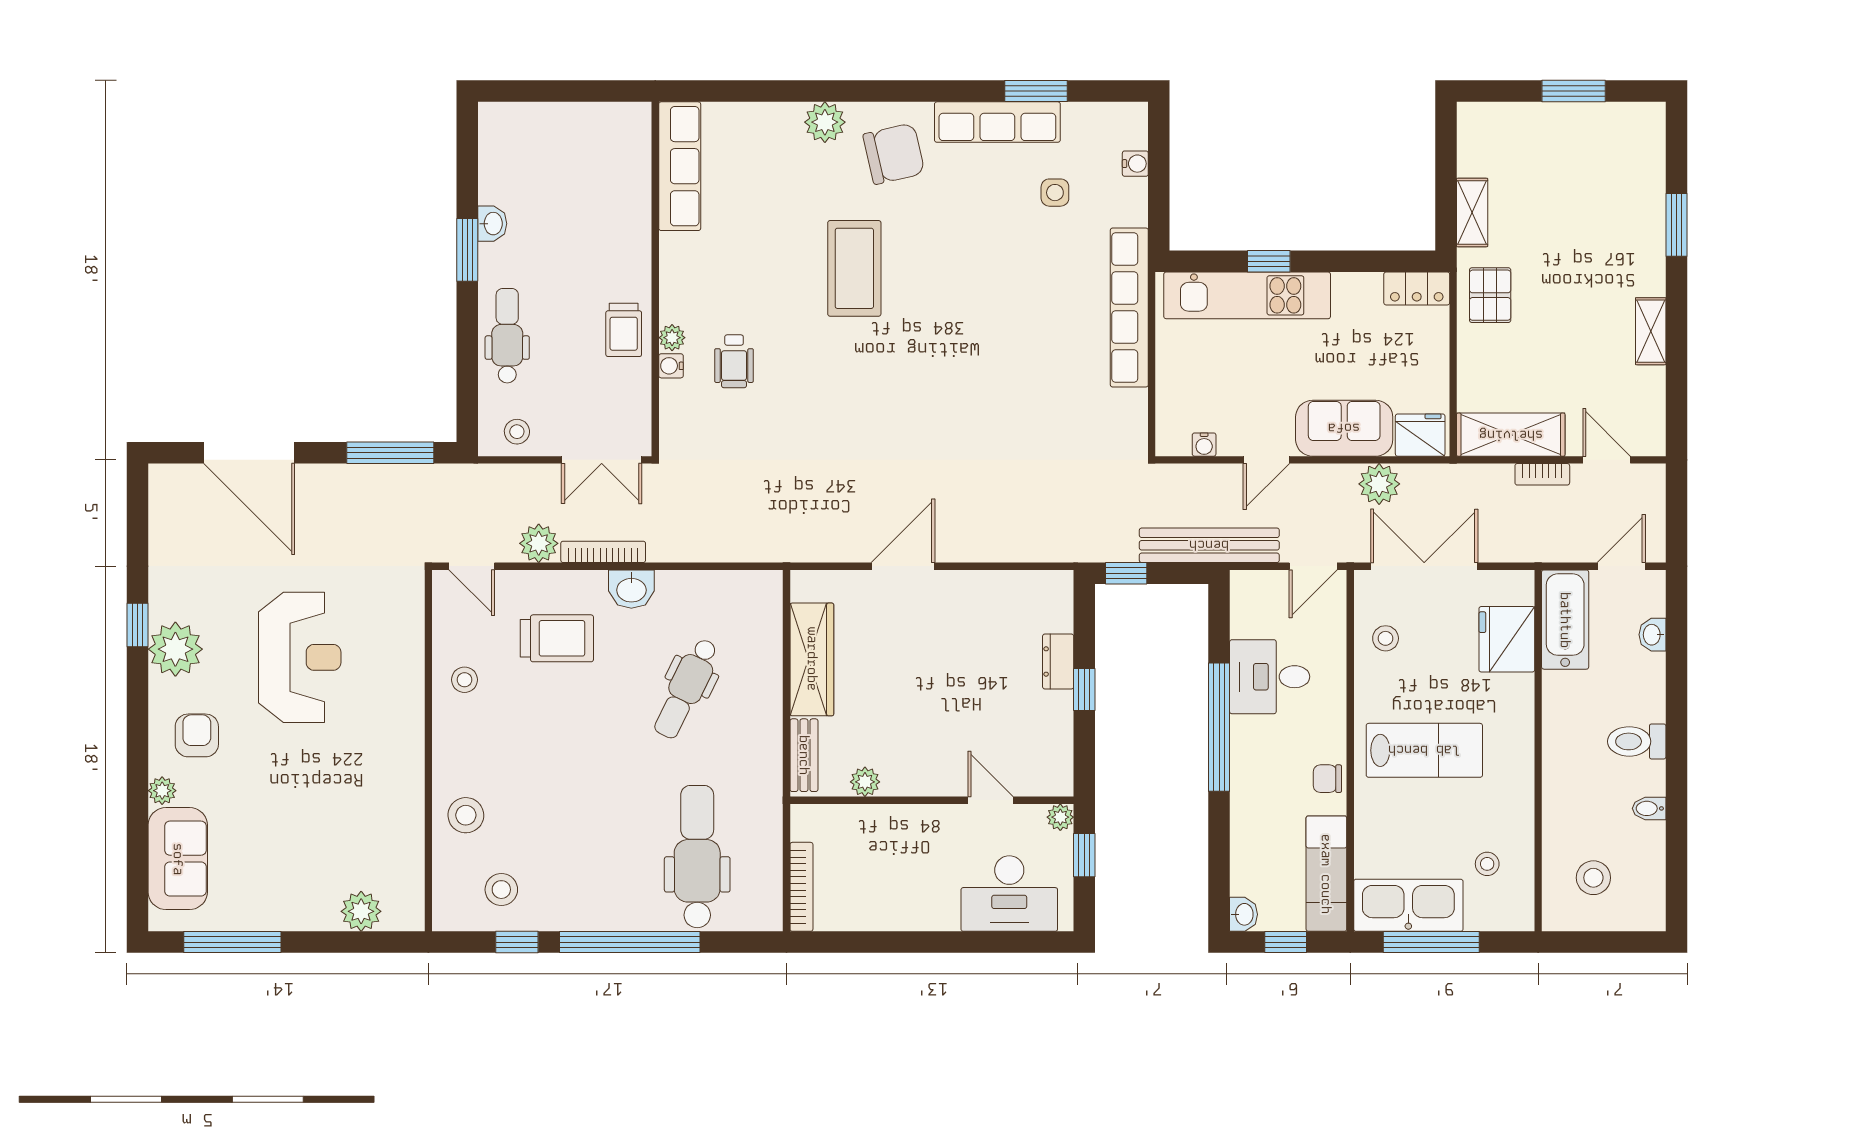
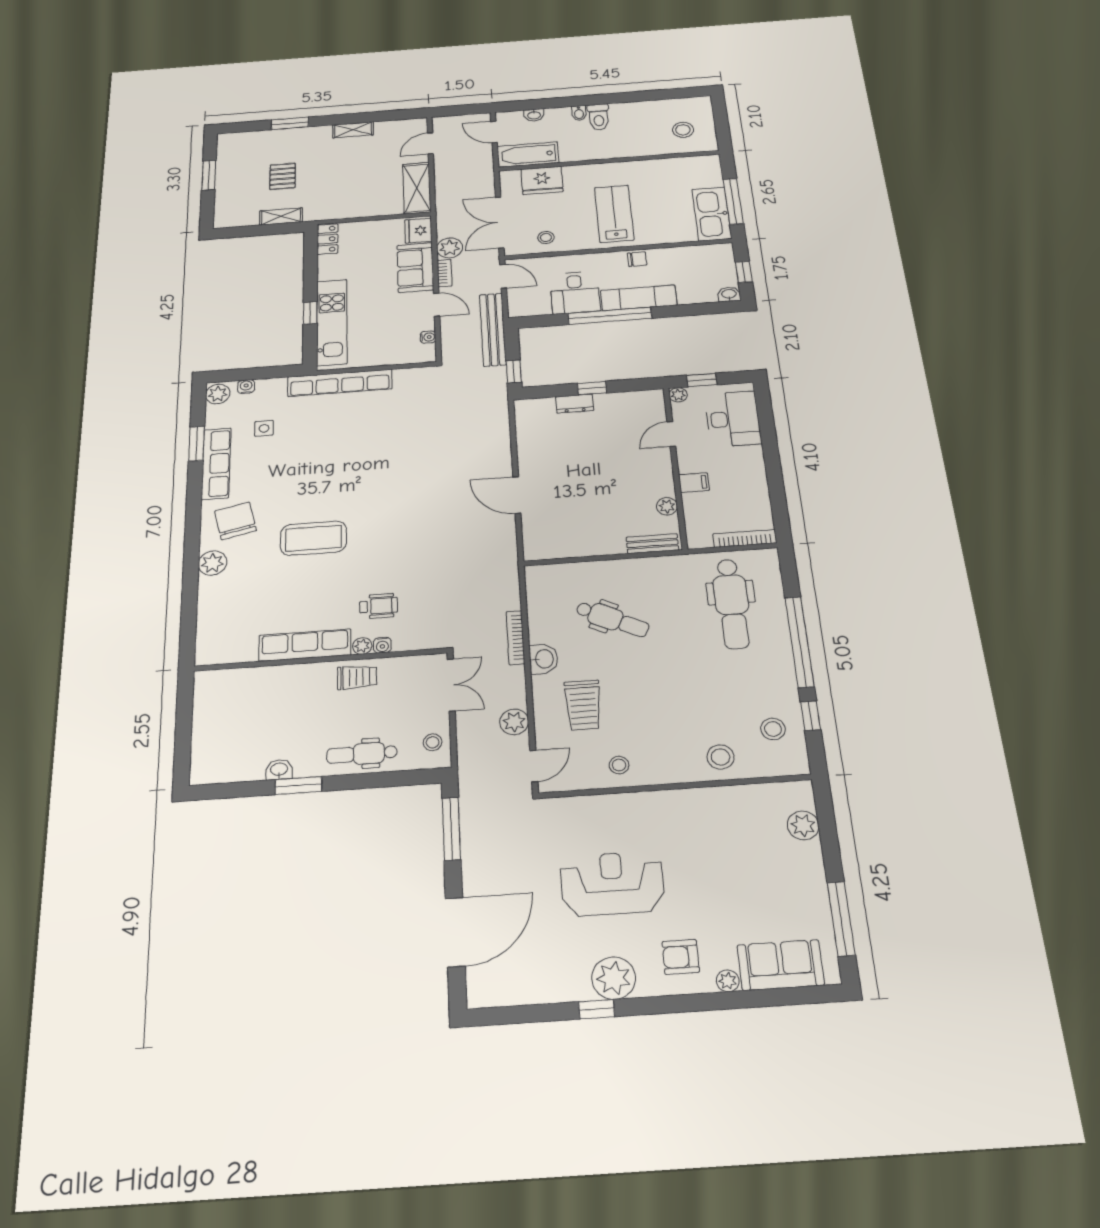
plant: (1125, 120) -> (218, 394), added
row of seats: (680, 166) -> (305, 645), moved
pallet: (1490, 295) -> (283, 176), moved, turned 90
bookcase: (1542, 474) -> (445, 273), moved
bookcase: (603, 552) -> (515, 638), moved
trolley: (557, 638) -> (583, 705), turned 180
wardrobe: (812, 659) -> (585, 544), removed
chair: (1327, 779) -> (637, 259), turned -90
bidet: (1649, 808) -> (579, 113), moved
filing cabinet: (902, 825) -> (694, 483), added
dental chair: (697, 857) -> (732, 604), turned -90
stool: (1487, 864) -> (681, 179), removed
exam couch: (1326, 874) -> (639, 298), moved, turned 180

